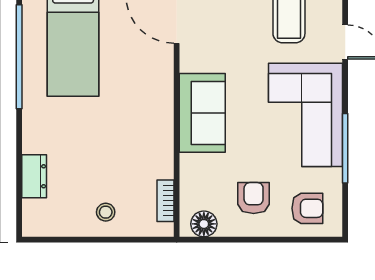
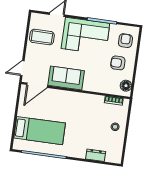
sofa: (202, 113) -> (66, 78), moved

